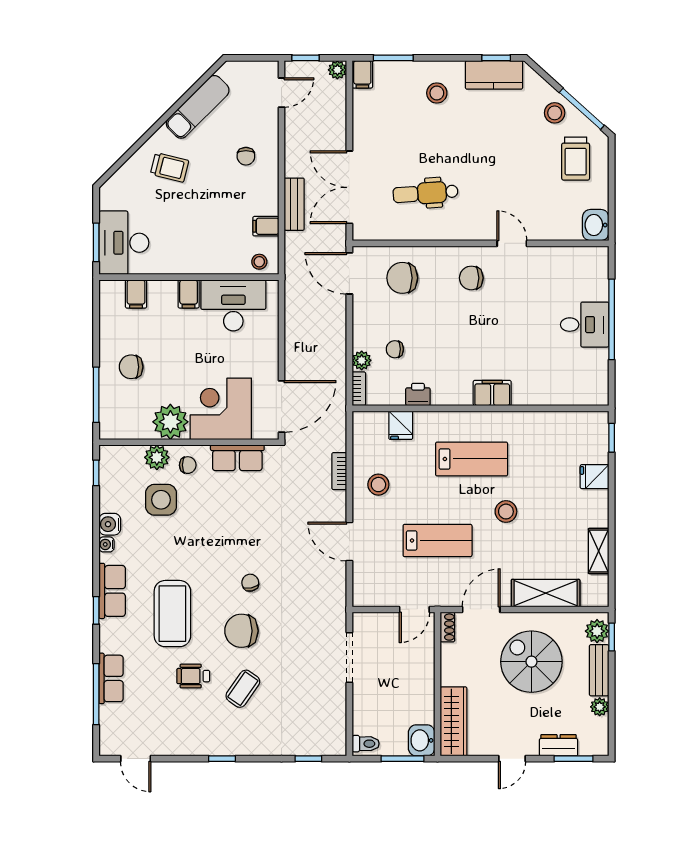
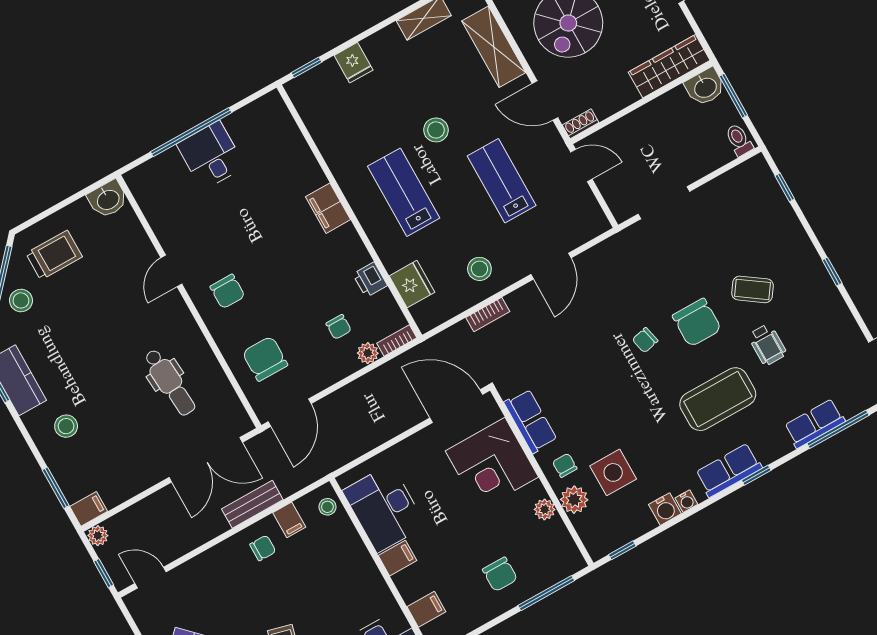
chair: (246, 156) -> (263, 548), moved
chair: (402, 278) -> (265, 359), turned 180
plant: (170, 422) -> (545, 509), width x0.53, depth x0.53
fridge: (401, 425) -> (412, 284), width x1.38

